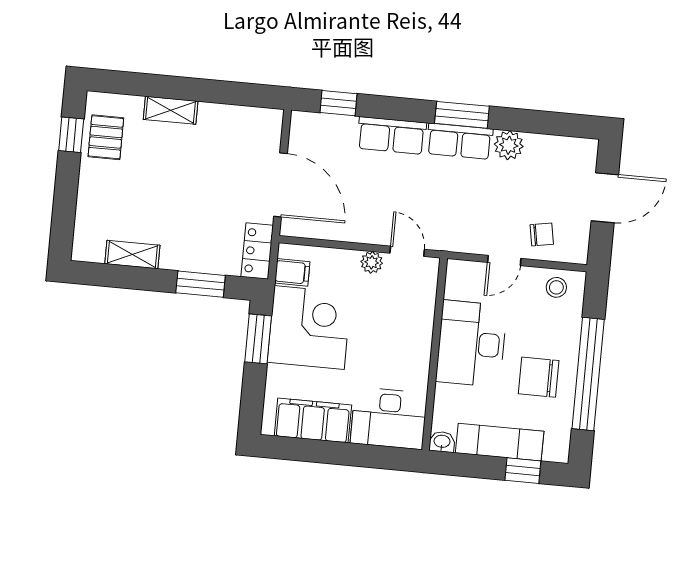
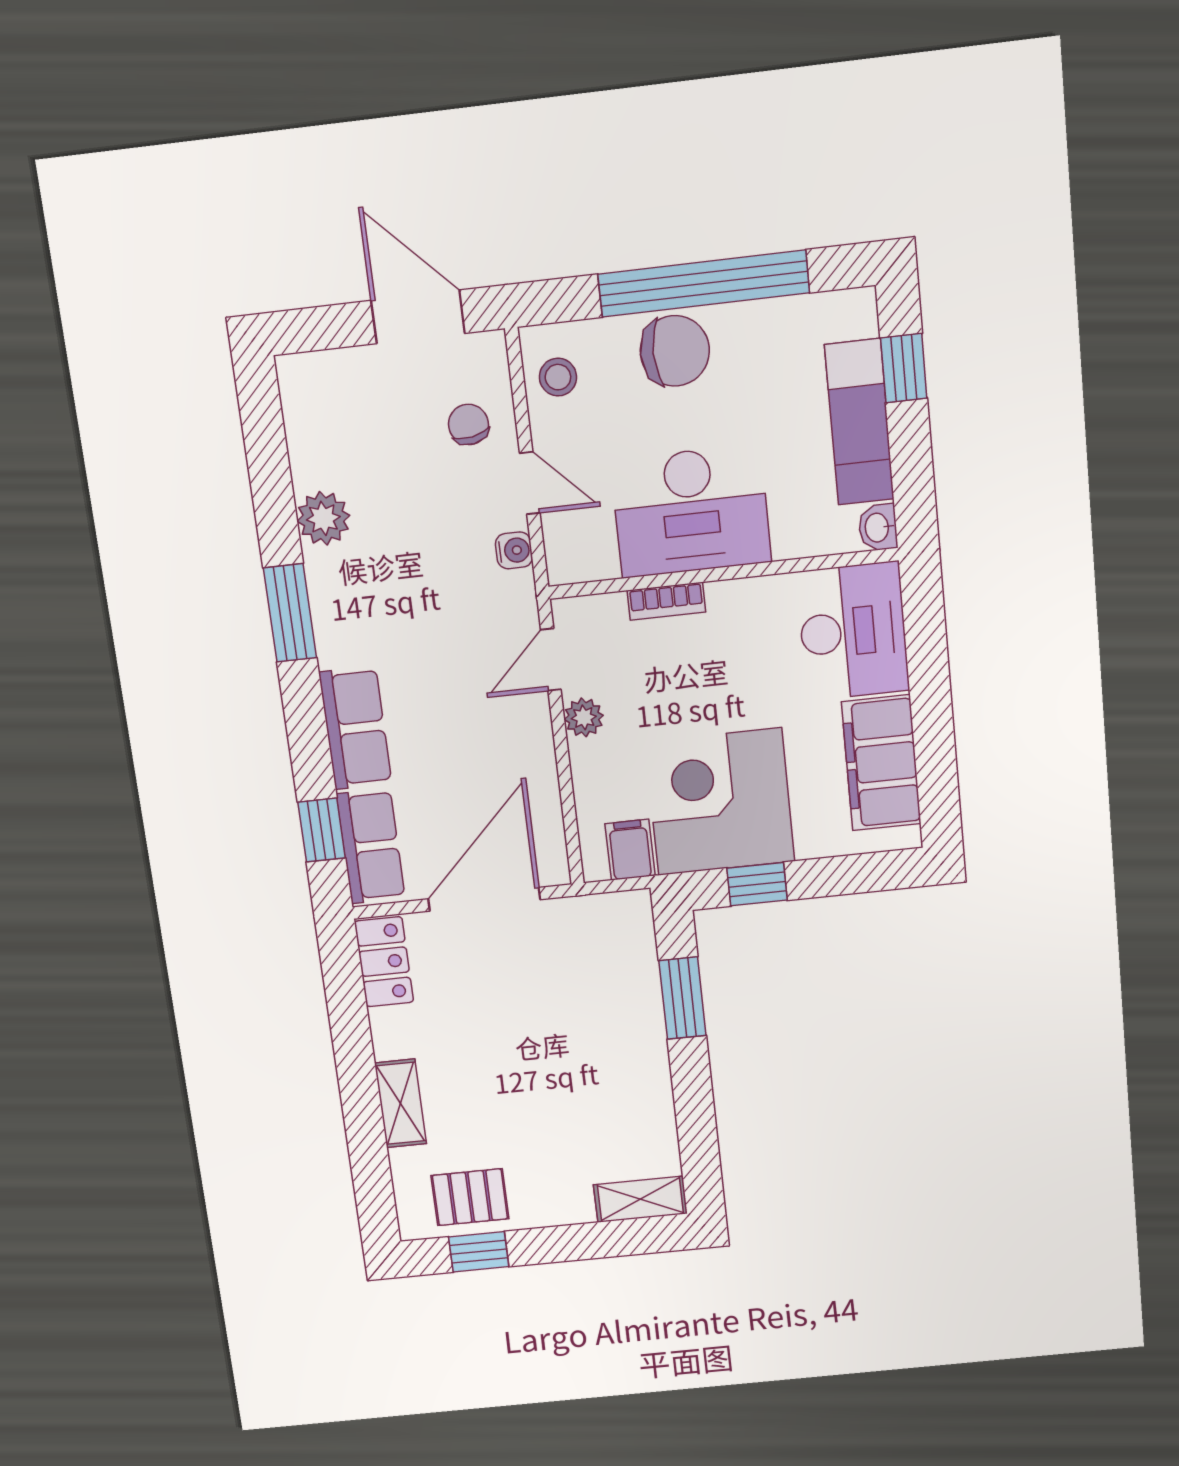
row of seats: (460, 141) -> (371, 846), moved
door: (605, 198) -> (418, 317), moved
water cooler: (470, 244) -> (514, 550), added
locker: (257, 251) -> (384, 962), moved, turned -90
shelving: (132, 255) -> (640, 1199), moved, turned 90
bookcase: (426, 321) -> (666, 601), added
window: (258, 339) -> (757, 884), width x0.67
chair: (539, 377) -> (675, 351), moved, turned -90

